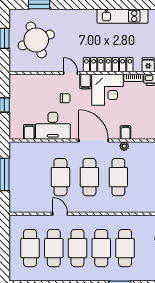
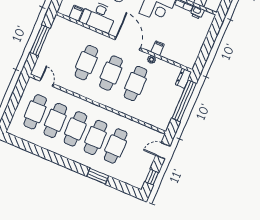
door: (60, 214) -> (47, 82), moved

